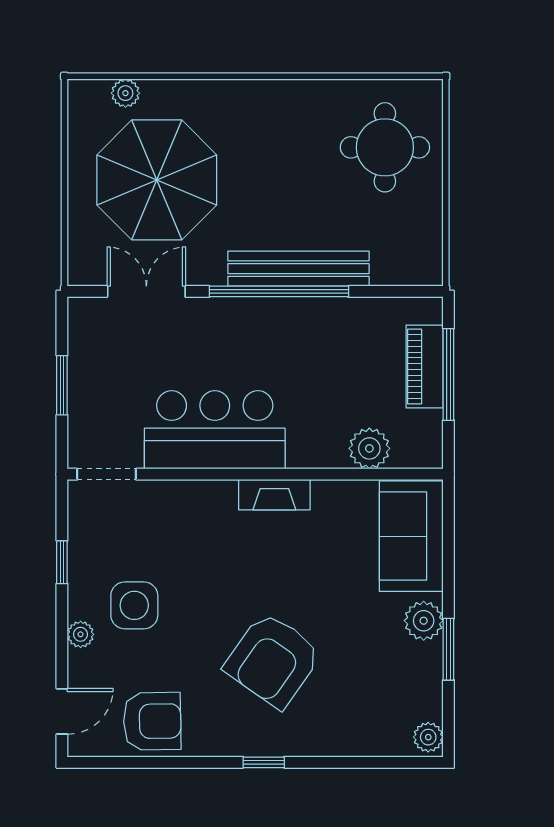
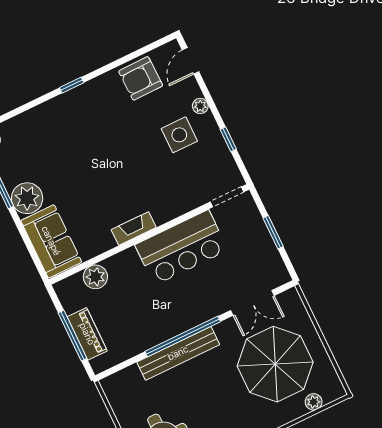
plant: (424, 621) -> (27, 198), width x1.36, depth x1.36
armchair: (273, 660) -> (93, 141), removed

